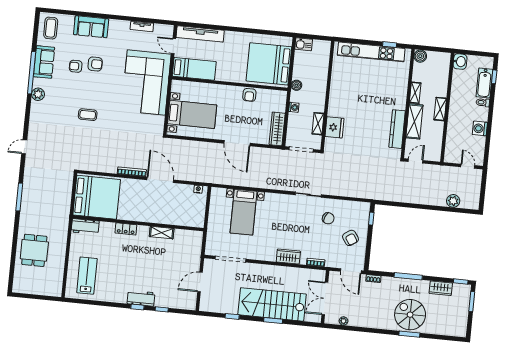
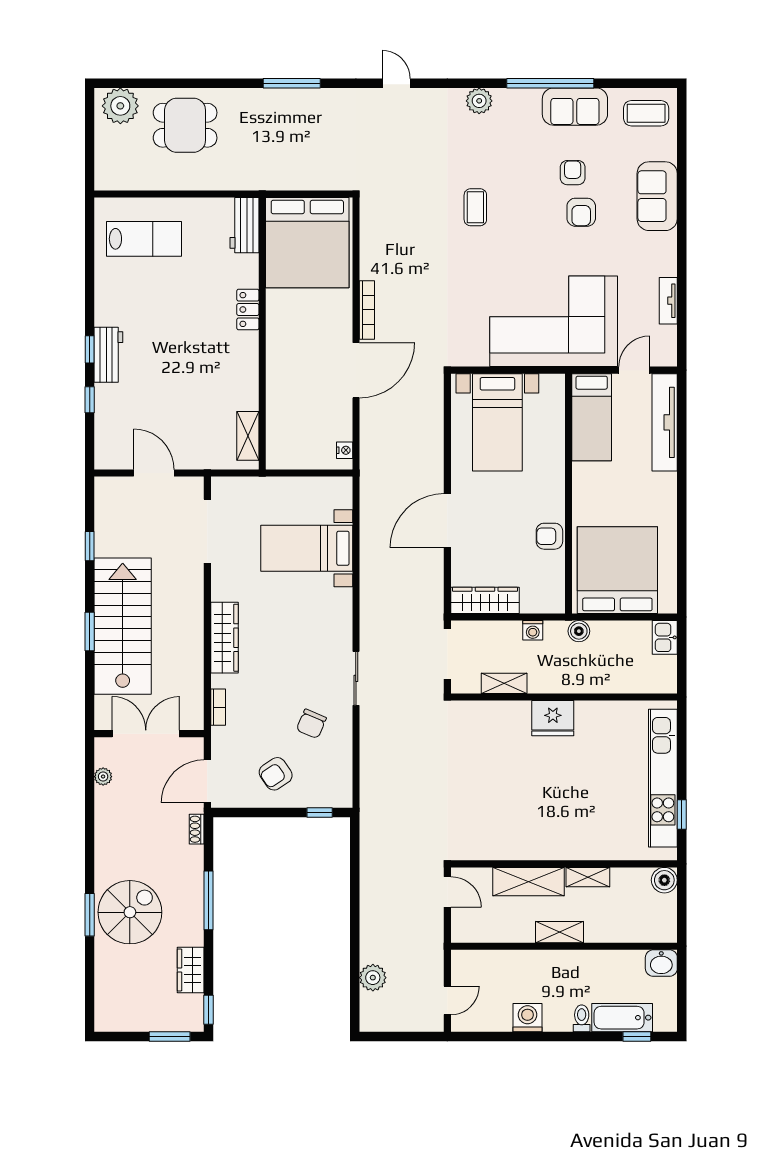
plant: (38, 94) -> (479, 101), moved
fridge: (334, 127) -> (553, 718), moved
kitchen counter: (397, 129) -> (509, 847), removed
shelving: (162, 233) -> (248, 436), moved
wardrobe: (288, 257) -> (225, 638), width x1.50
plant: (22, 281) -> (120, 106), added

